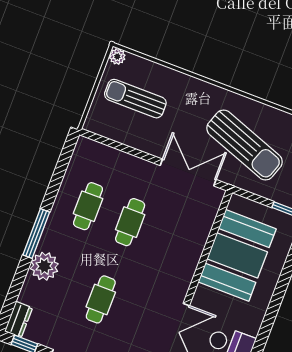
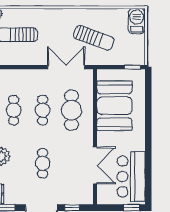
sun lounger: (245, 145) -> (94, 38), width x0.73, depth x0.75
cafe table: (172, 238) -> (71, 110), added

